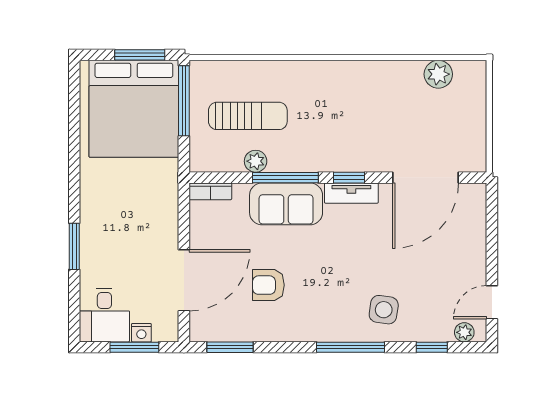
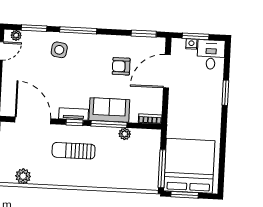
sun lounger: (248, 116) -> (74, 151), moved
door: (426, 178) -> (33, 120), hinge flipped
armchair: (268, 285) -> (121, 66), turned 180
window: (432, 347) -> (34, 28), width x1.50

